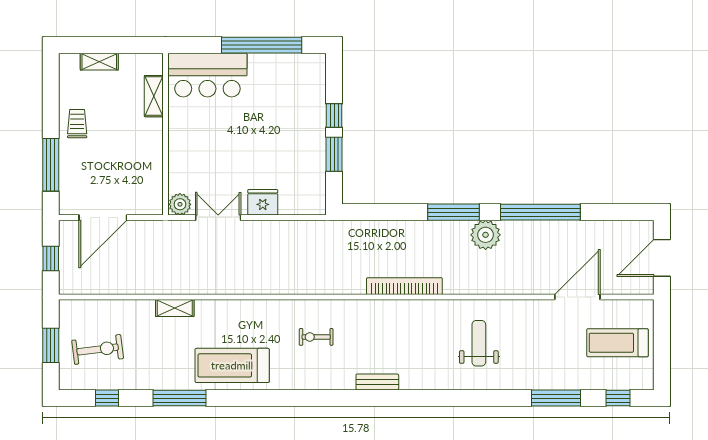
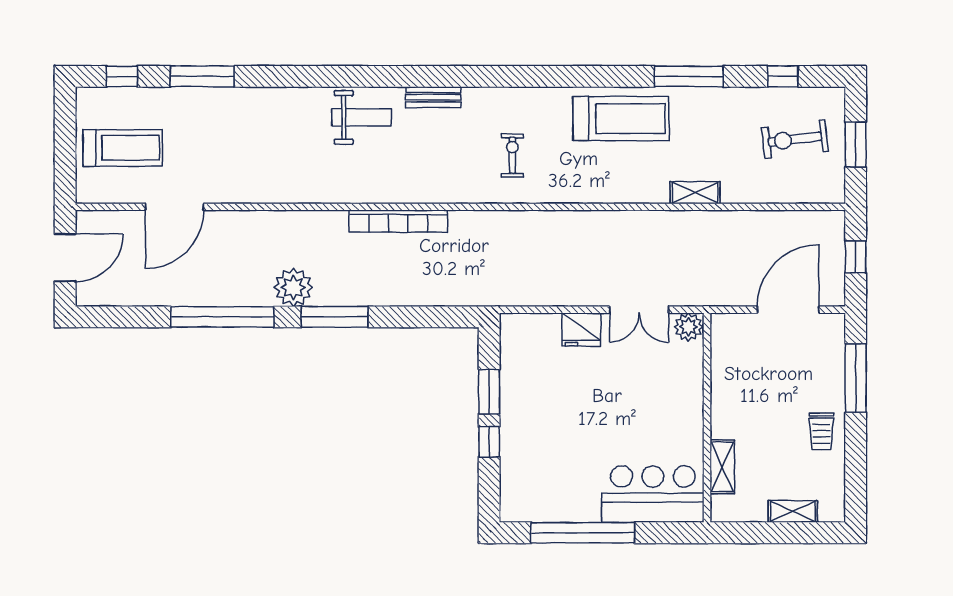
exercise bike: (316, 337) -> (512, 155), turned -90
weight bench: (479, 343) -> (362, 117), moved, turned -90

